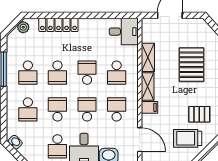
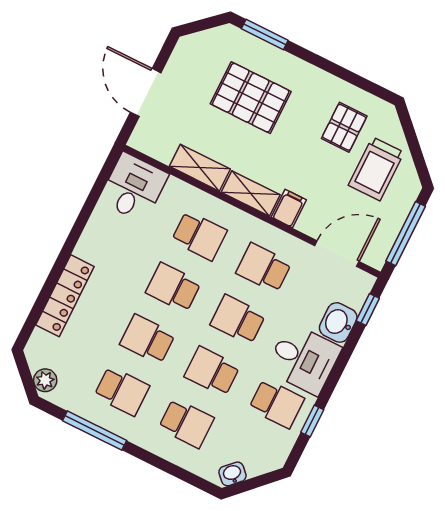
plant: (23, 27) -> (45, 380), moved
school desk: (57, 73) -> (148, 339), turned 180

